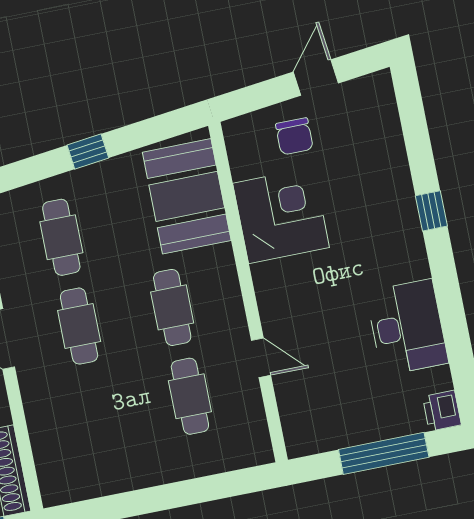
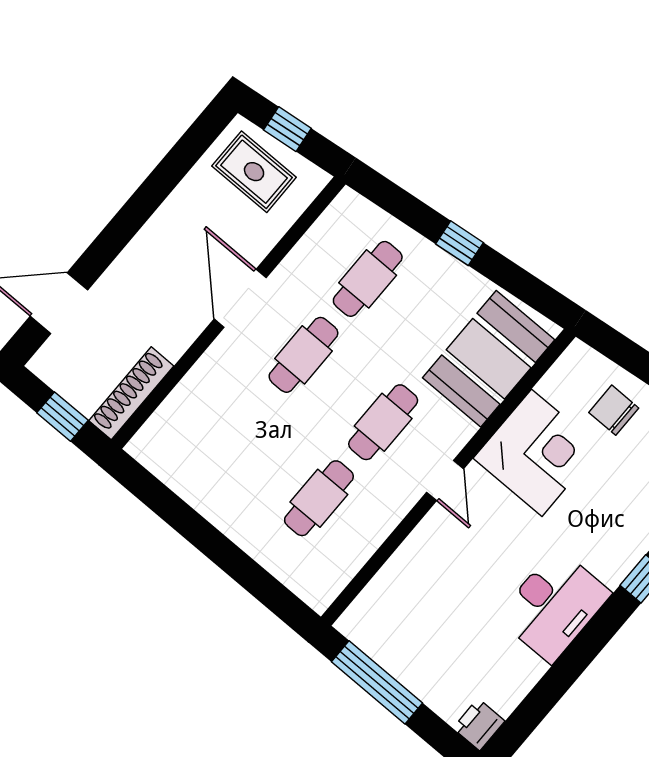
chair: (294, 136) -> (614, 410), turned 90
desk: (407, 327) -> (554, 605), moved
door: (261, 358) -> (445, 481), moved
window: (384, 453) -> (377, 682), moved

